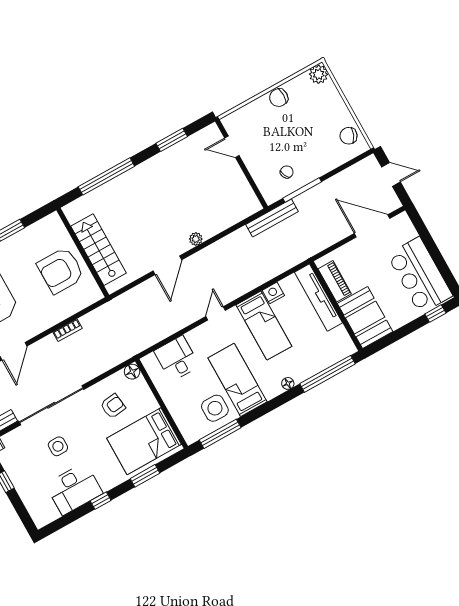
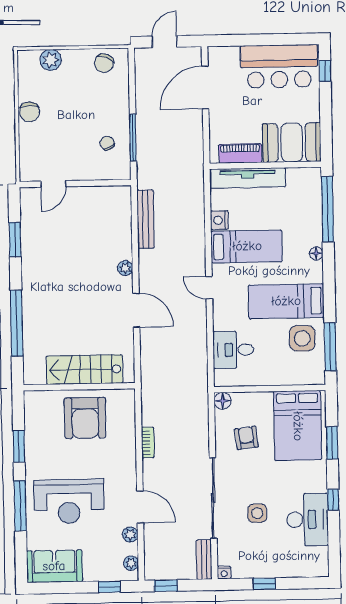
plant: (319, 74) -> (51, 60), moved
bench: (272, 218) -> (145, 219), moved

